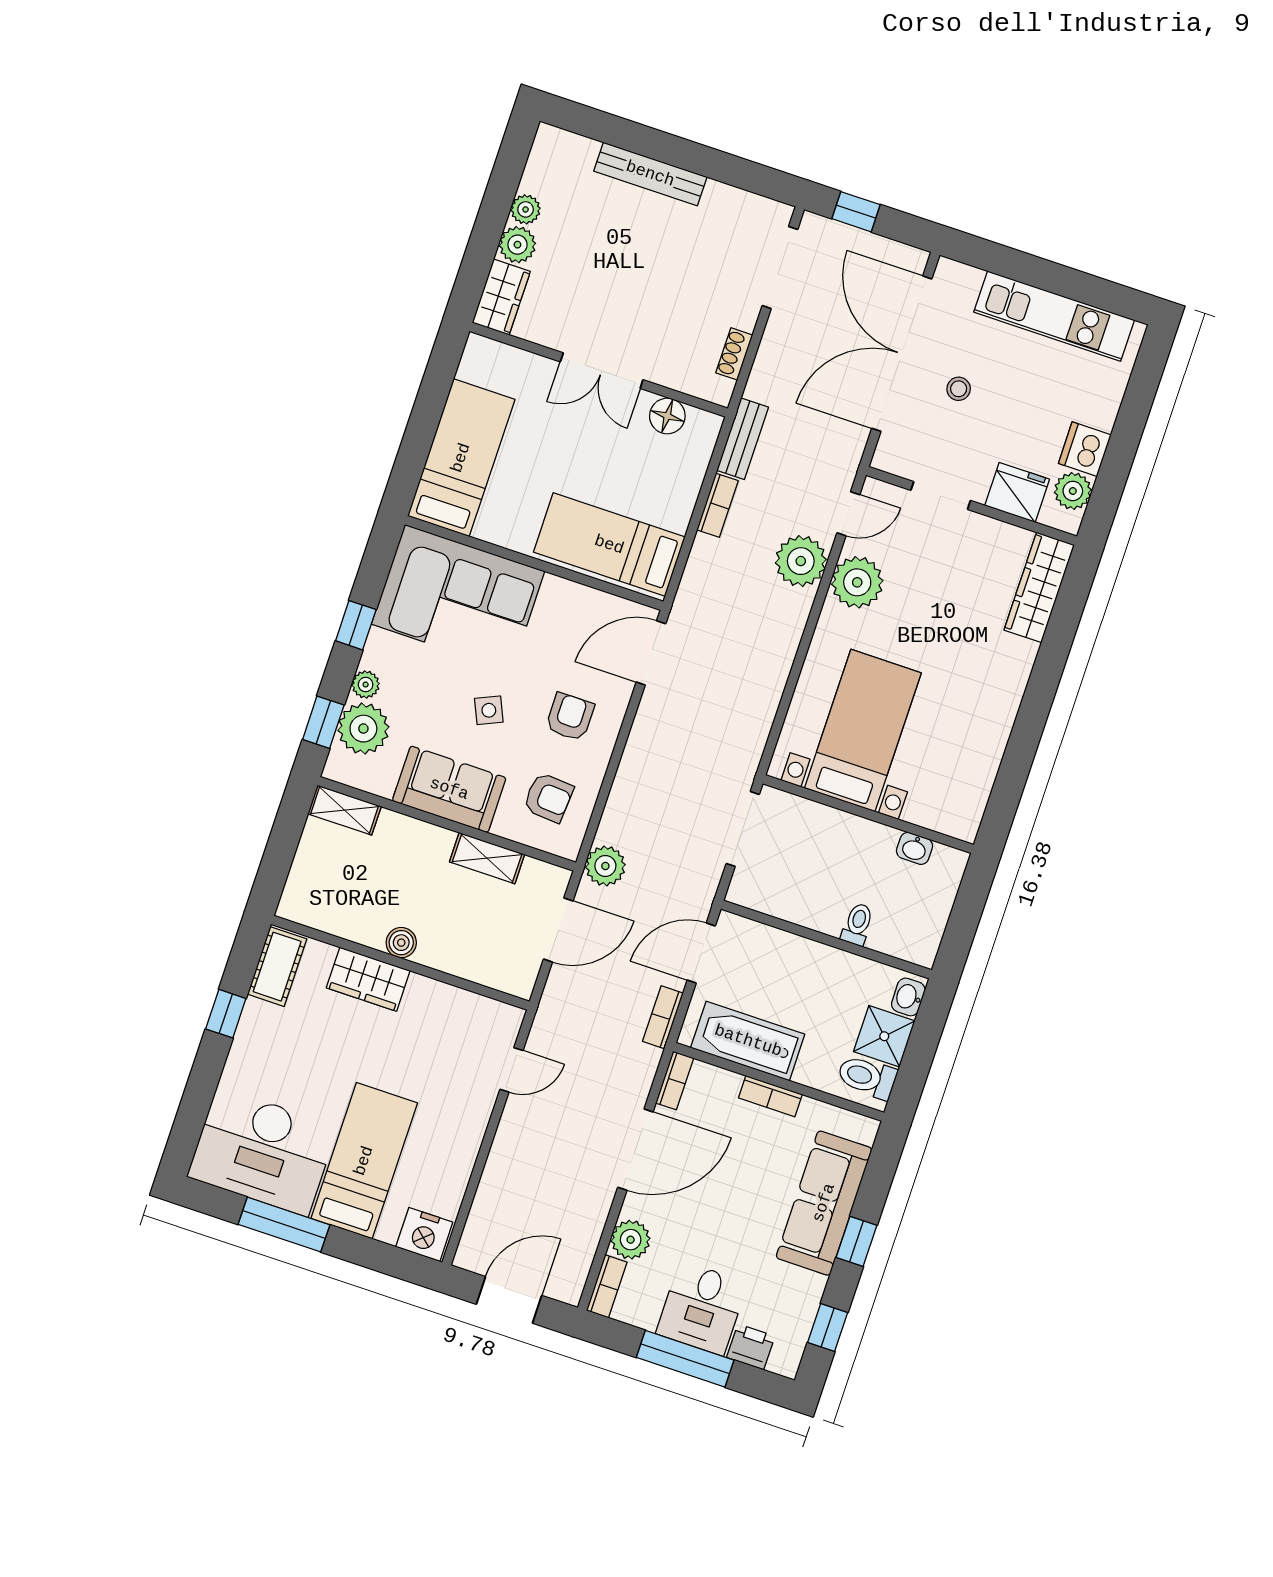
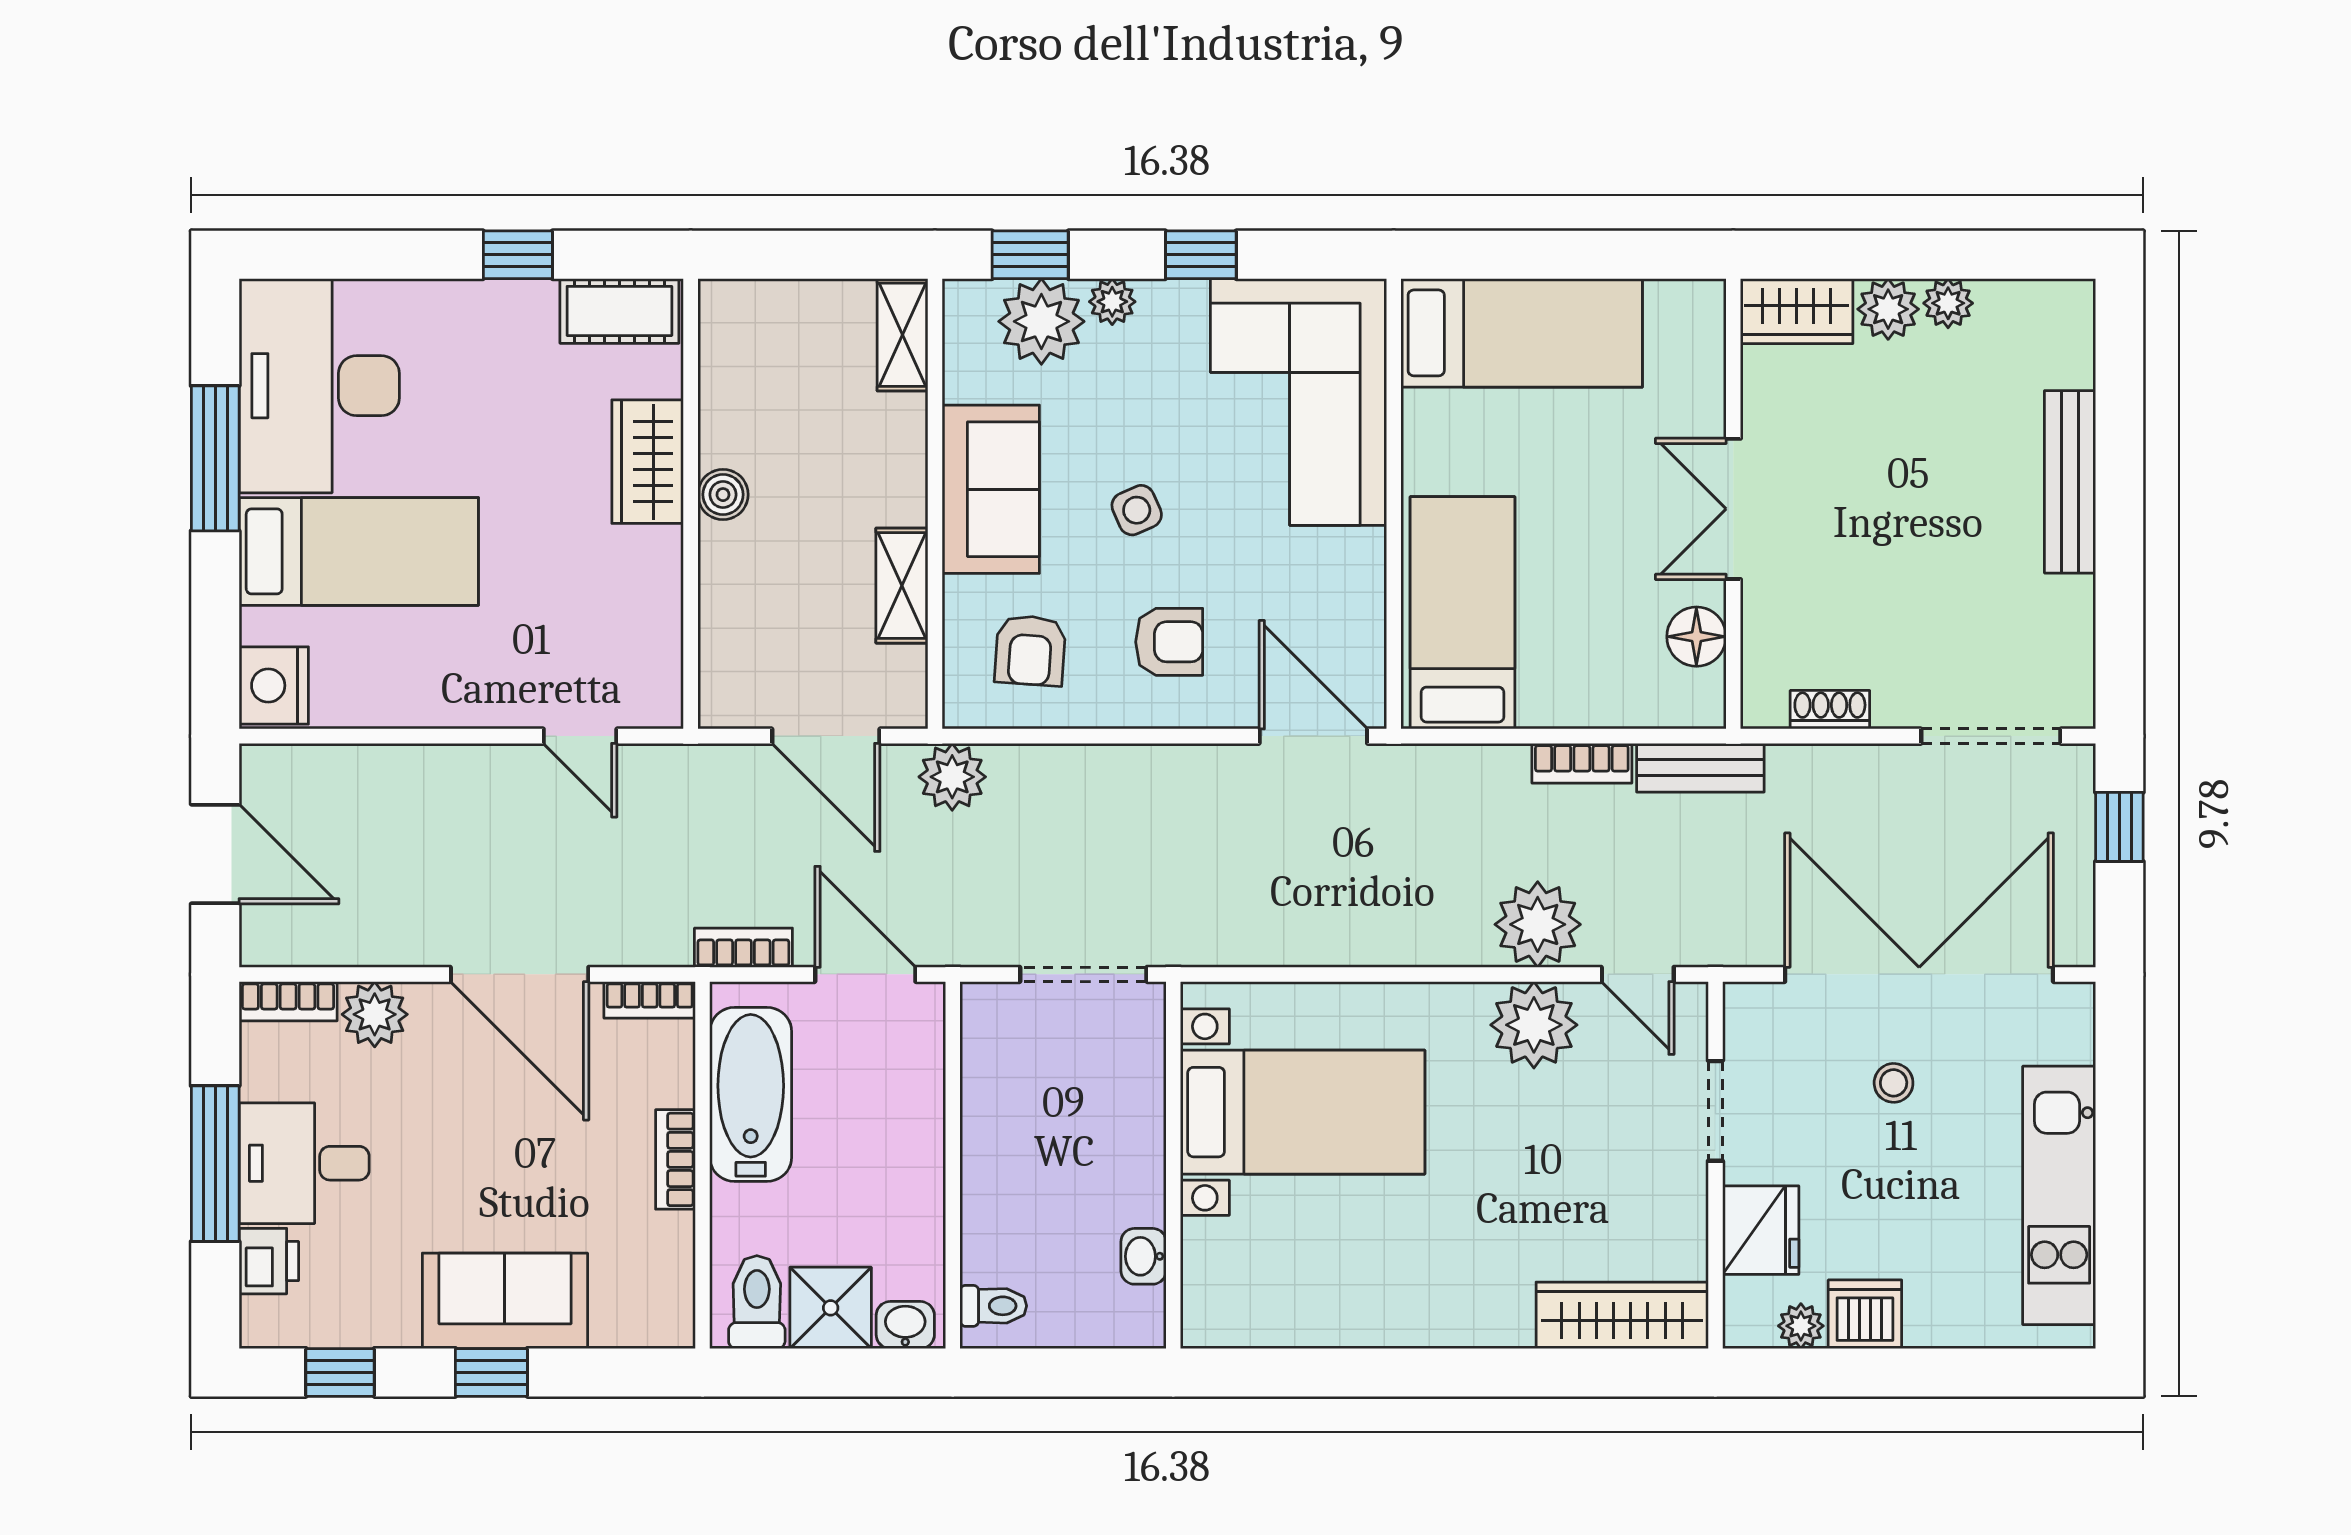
plant: (1073, 491) -> (1801, 1326), width x0.73, depth x0.73
toilet: (857, 924) -> (993, 1306), moved
sofa: (824, 1203) -> (505, 1301), width x0.73

